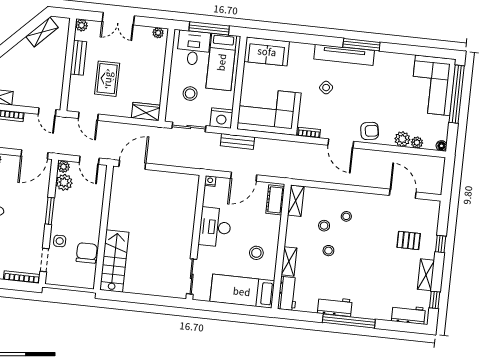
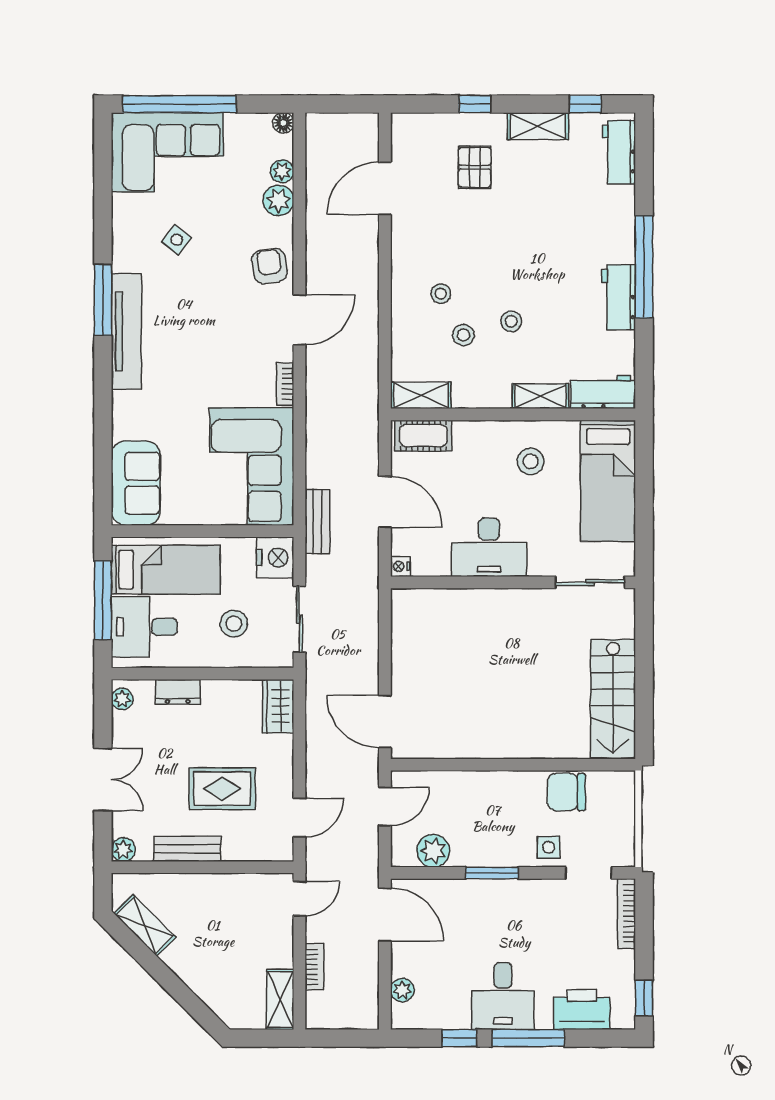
dresser: (159, 61) -> (178, 692), added
side table: (326, 88) -> (176, 240), moved
plant: (63, 167) -> (403, 855), removed
stairs: (114, 261) -> (613, 699), moved, turned -90

